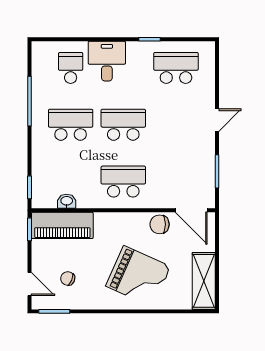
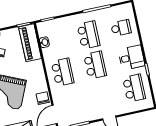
desk: (107, 61) -> (131, 58), moved

